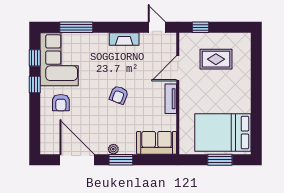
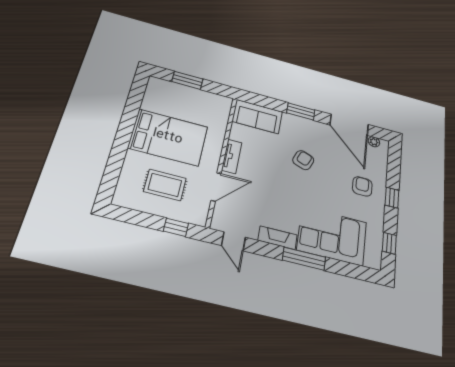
window: (76, 27) -> (304, 259), moved
corner sofa: (59, 59) -> (332, 236), moved, turned 90
window: (35, 85) -> (392, 198), moved
armchair: (119, 95) -> (303, 160), moved
bed: (223, 133) -> (168, 137), moved
plant: (113, 149) -> (374, 142), moved

